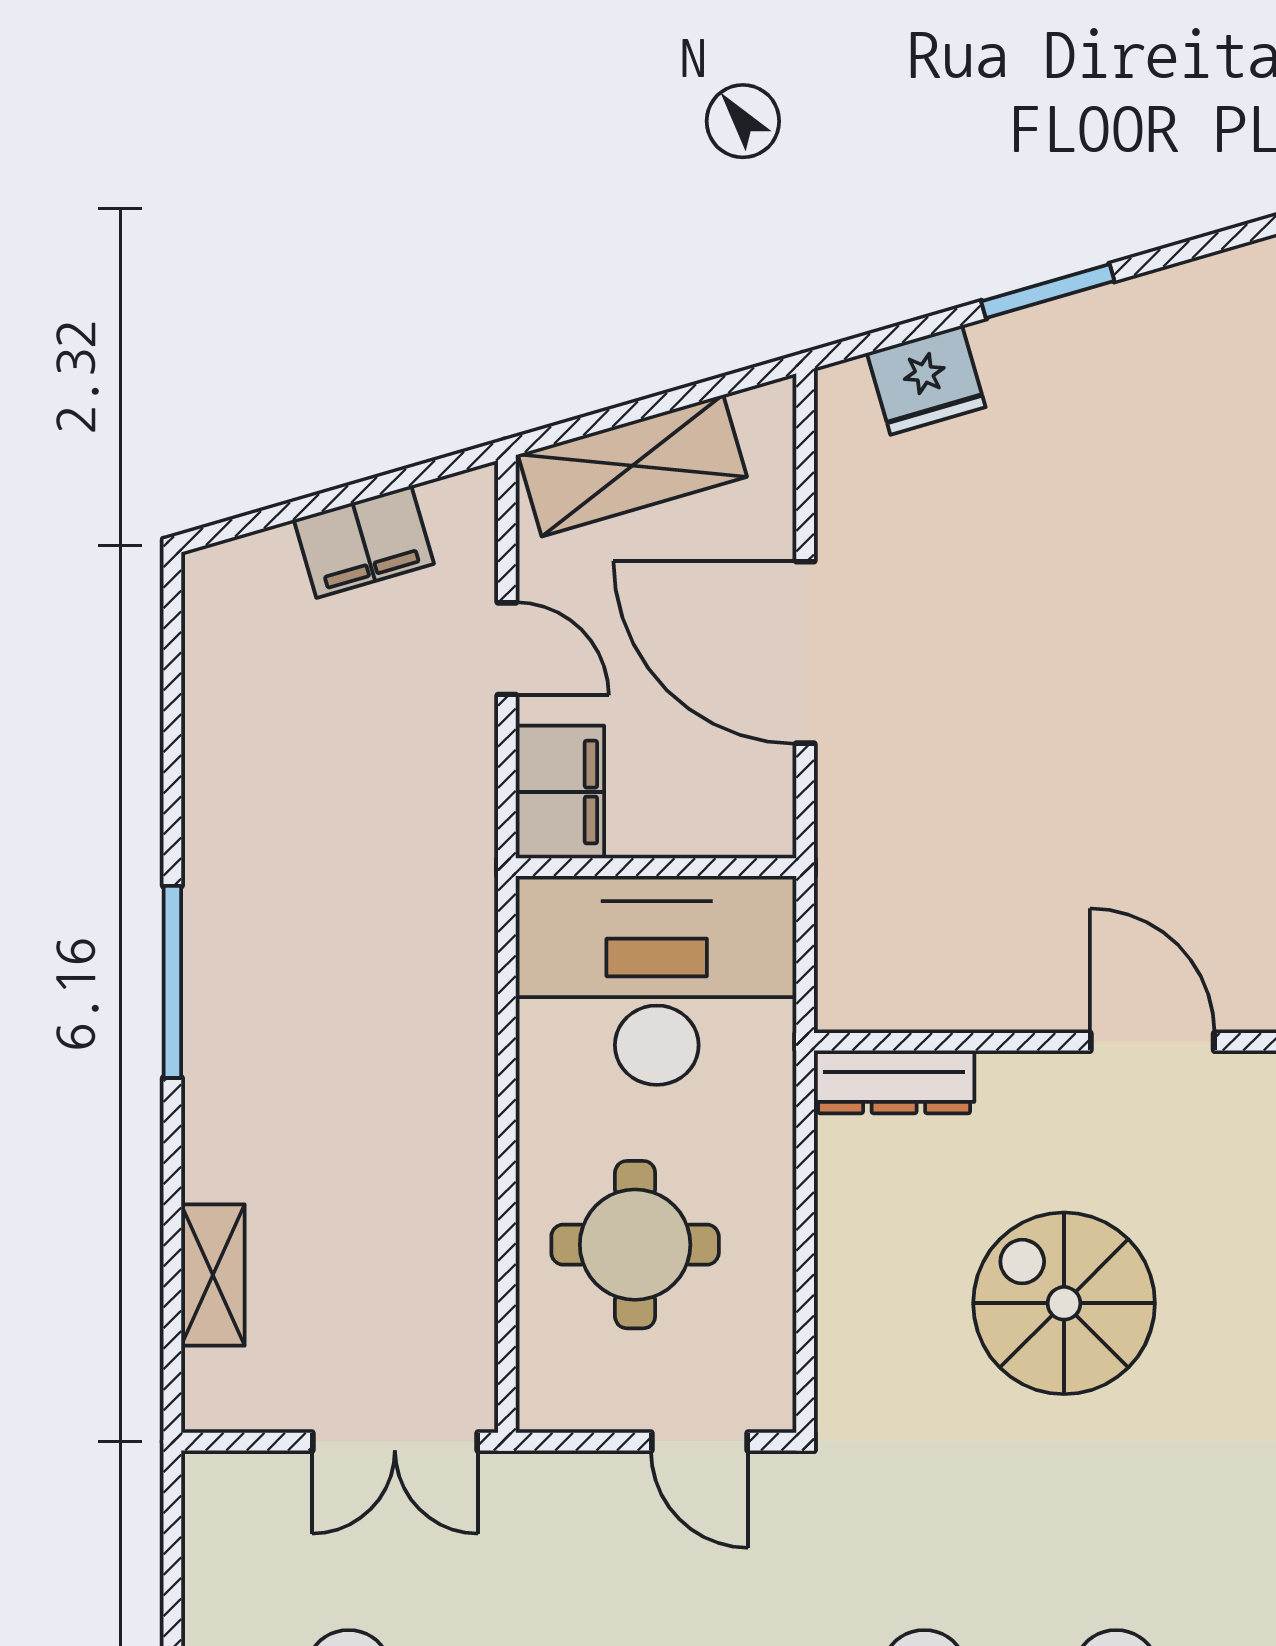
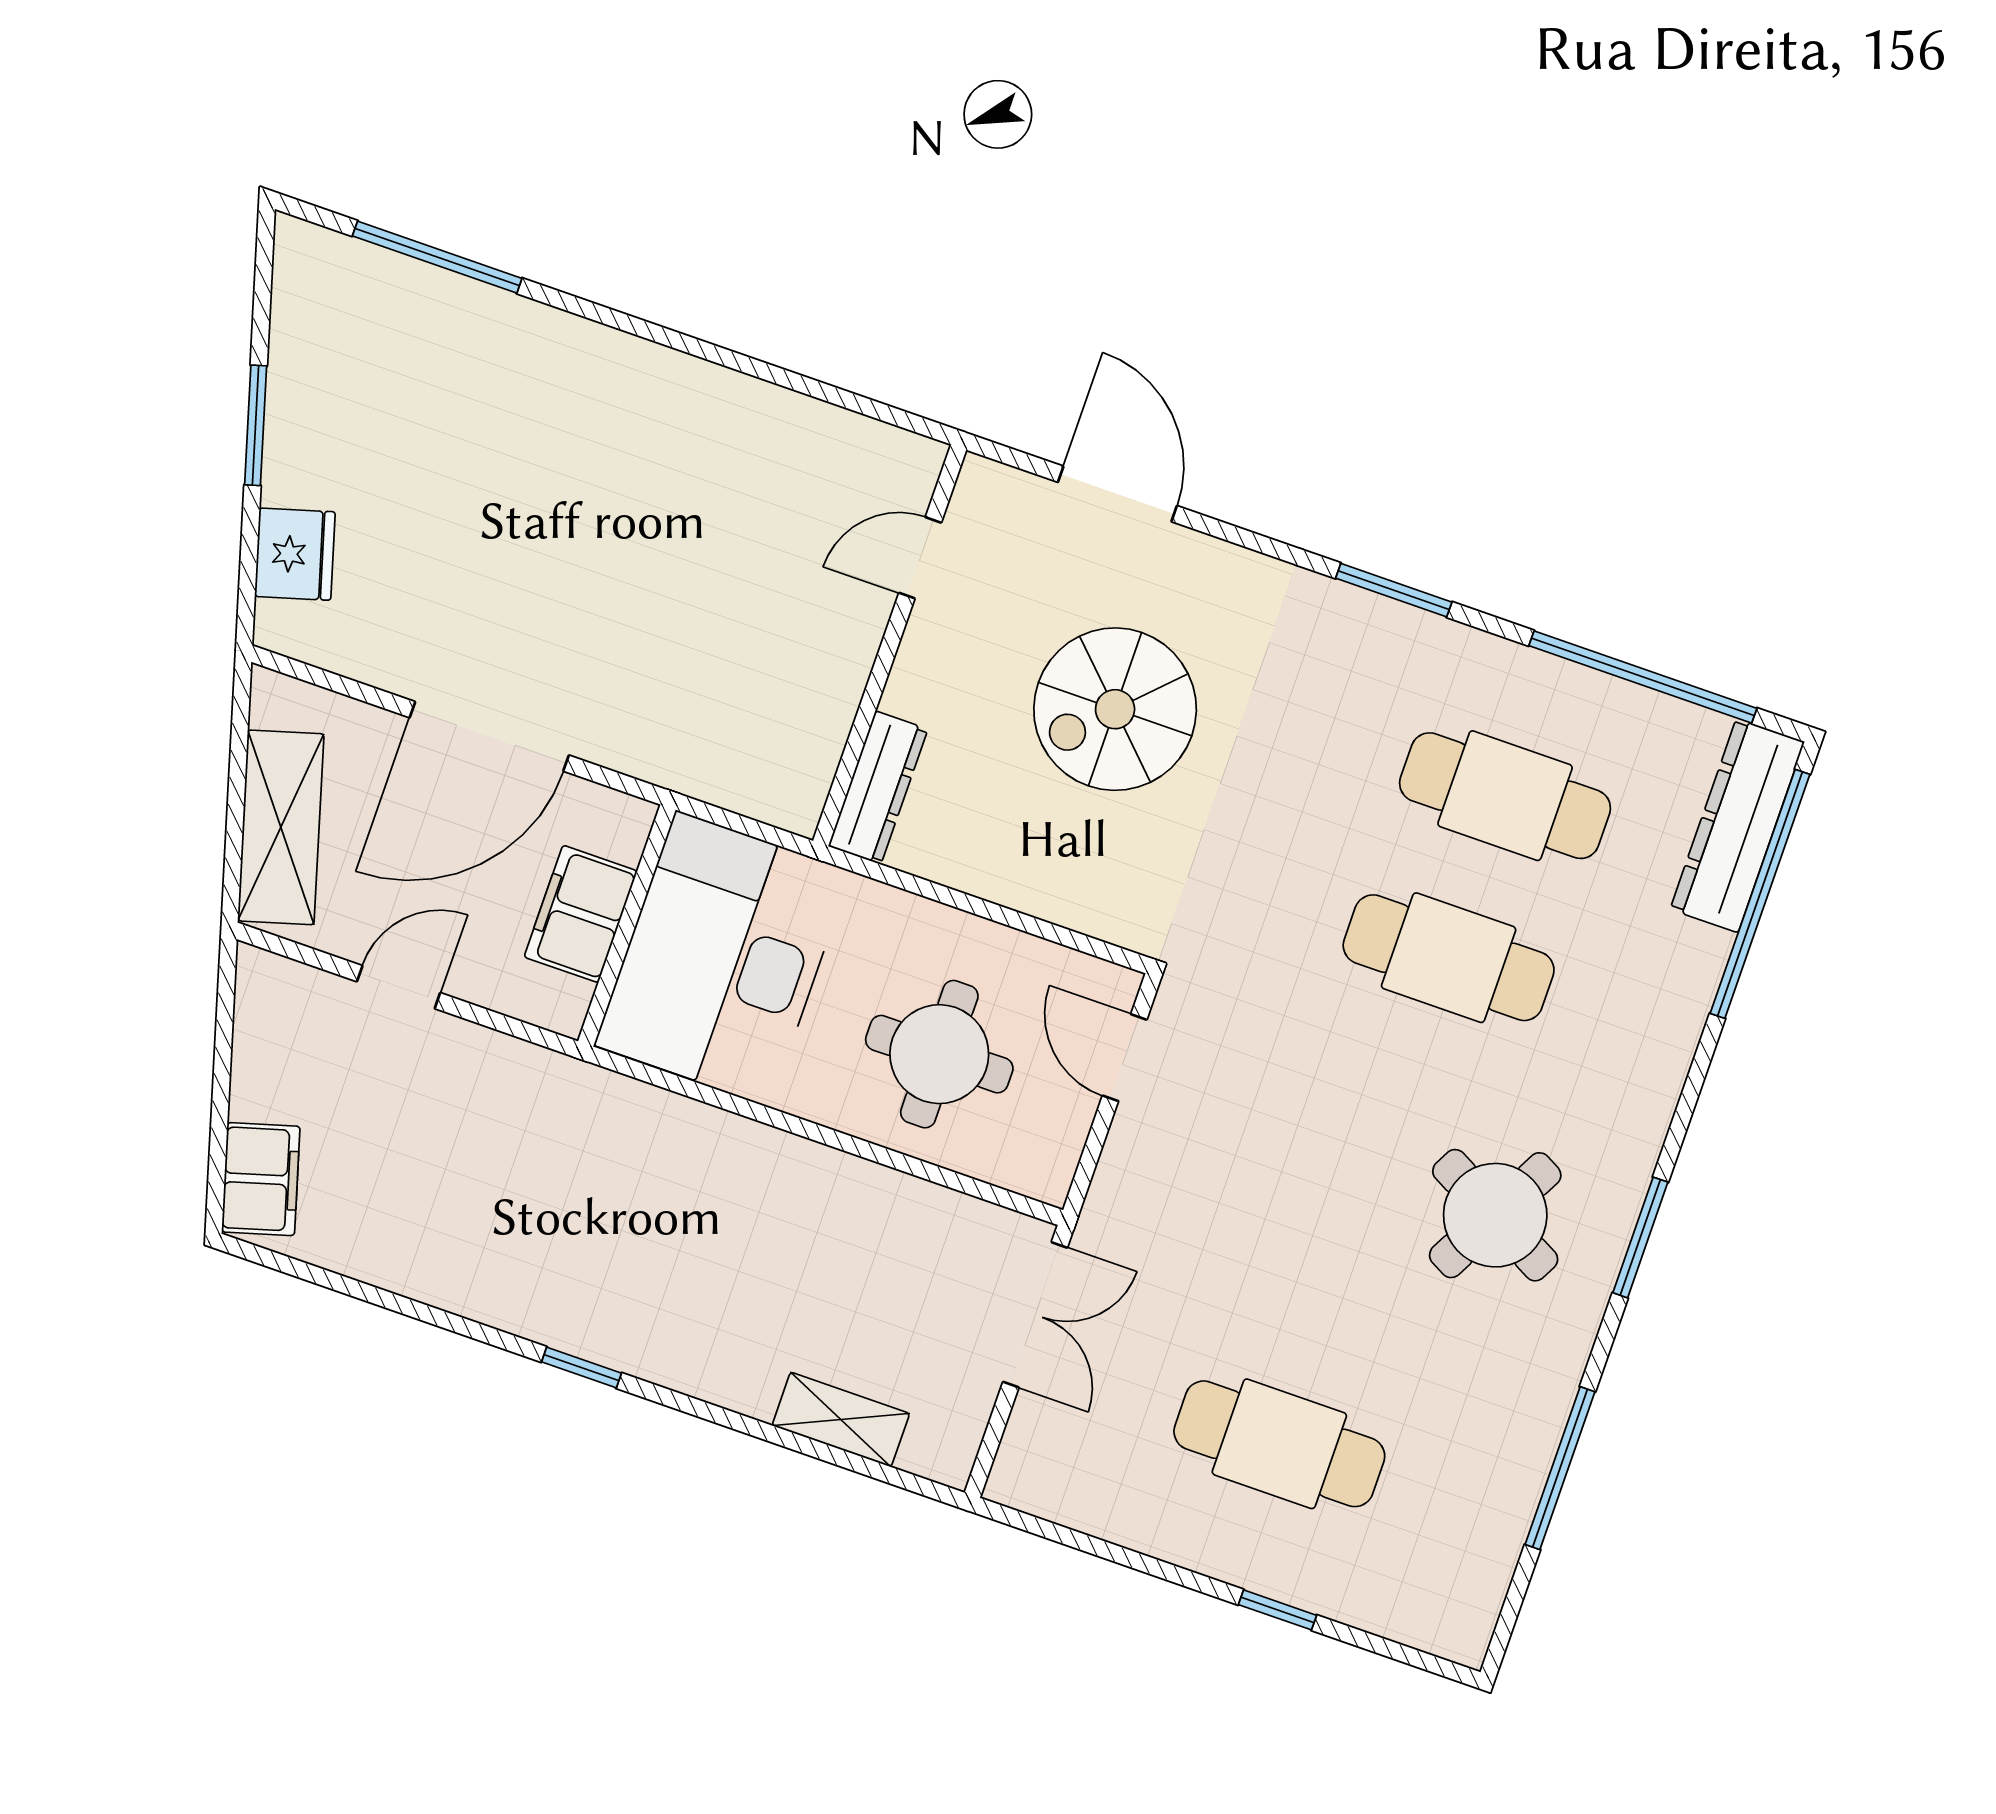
filing cabinet: (364, 542) -> (261, 1179), moved
filing cabinet: (560, 792) -> (581, 914), moved, turned -90
window: (172, 982) -> (581, 1368), width x0.46
door: (1152, 1042) -> (920, 558), width x0.73
door: (700, 1442) -> (1125, 1058), swing flipped

